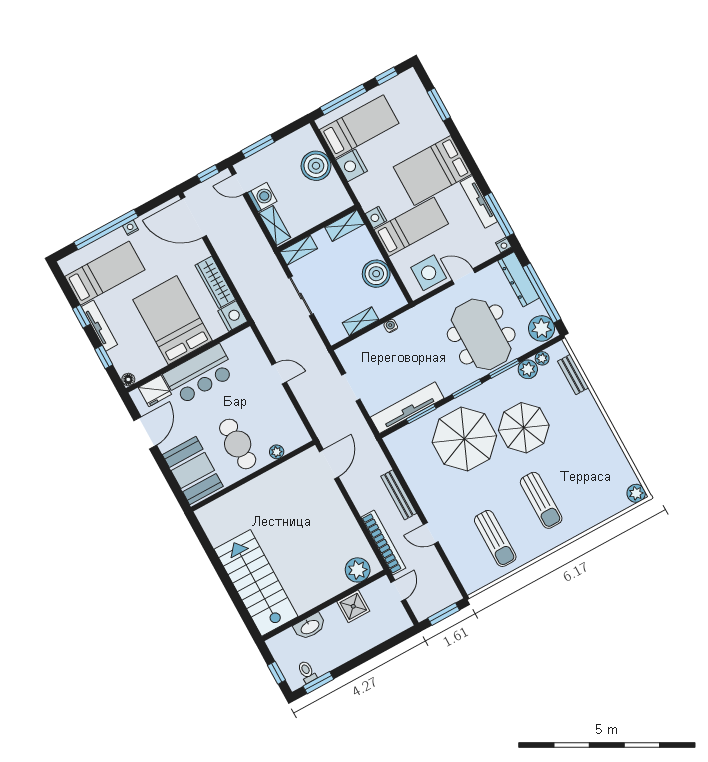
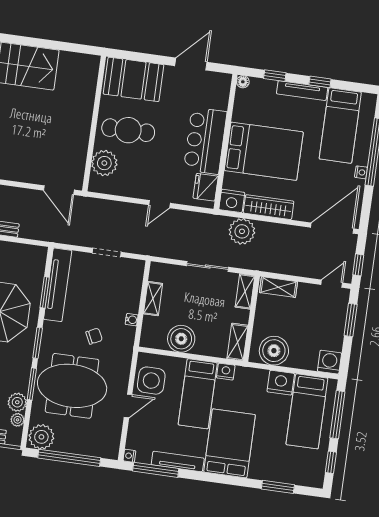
boiler: (316, 166) -> (274, 351), moved
washing machine: (262, 197) -> (330, 362), moved, turned 180
dresser: (519, 279) -> (93, 448), removed
plant: (251, 289) -> (242, 231), added
chair: (427, 347) -> (94, 336), added
fridge: (155, 391) -> (206, 187), moved
door: (145, 433) -> (191, 64), swing flipped
plant: (277, 452) -> (104, 163), width x1.88, depth x1.88

